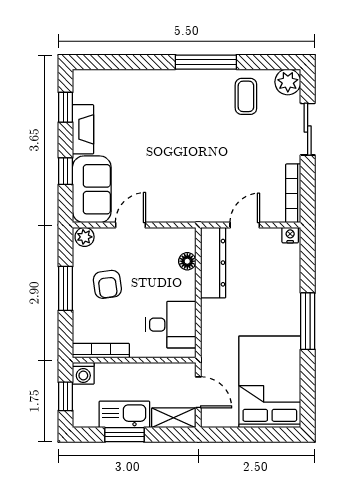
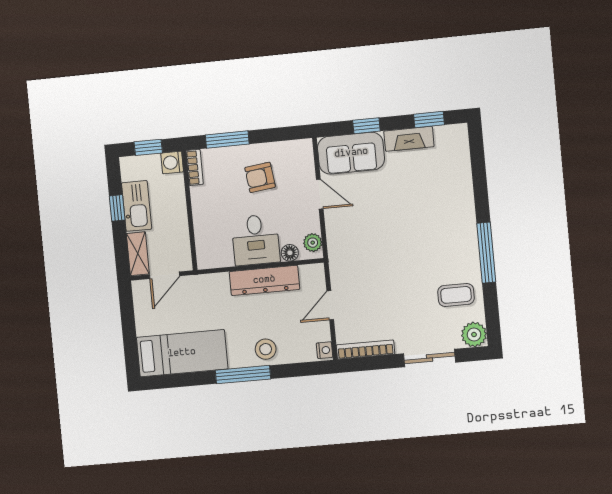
door: (245, 225) -> (330, 305), swing flipped
plant: (85, 237) -> (313, 243), moved
dresser: (213, 263) -> (264, 280), moved
window: (65, 288) -> (227, 140), moved
stool: (284, 295) -> (266, 349), added
desk: (171, 325) -> (256, 240), moved
bookcase: (101, 351) -> (195, 167), width x0.64
bed: (270, 382) -> (182, 353), width x0.67
window: (125, 435) -> (117, 208), width x0.67

